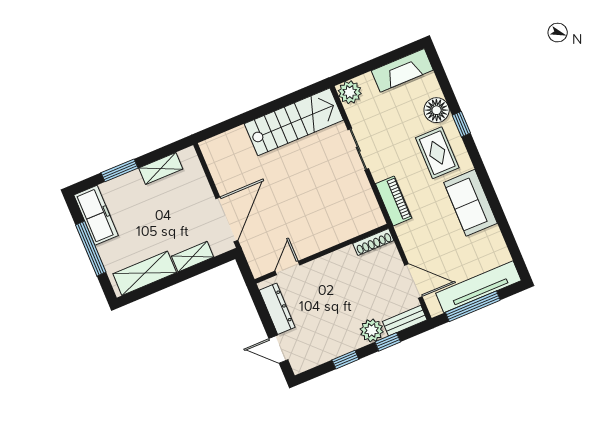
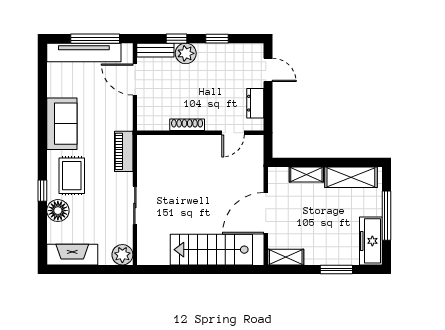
stairs: (294, 122) -> (211, 250), moved
shelving: (161, 168) -> (286, 257), moved
door: (227, 219) -> (266, 213), moved
shoe rack: (373, 242) -> (187, 125), moved
dresser: (277, 309) -> (255, 103), width x0.70

